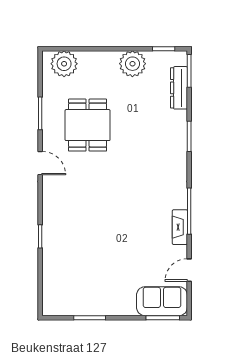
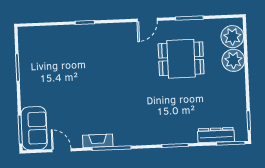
plant: (132, 64) -> (233, 60), moved

